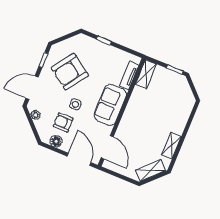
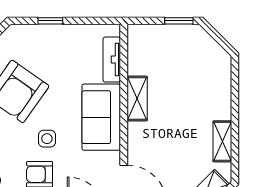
shelving: (146, 74) -> (137, 99), moved

